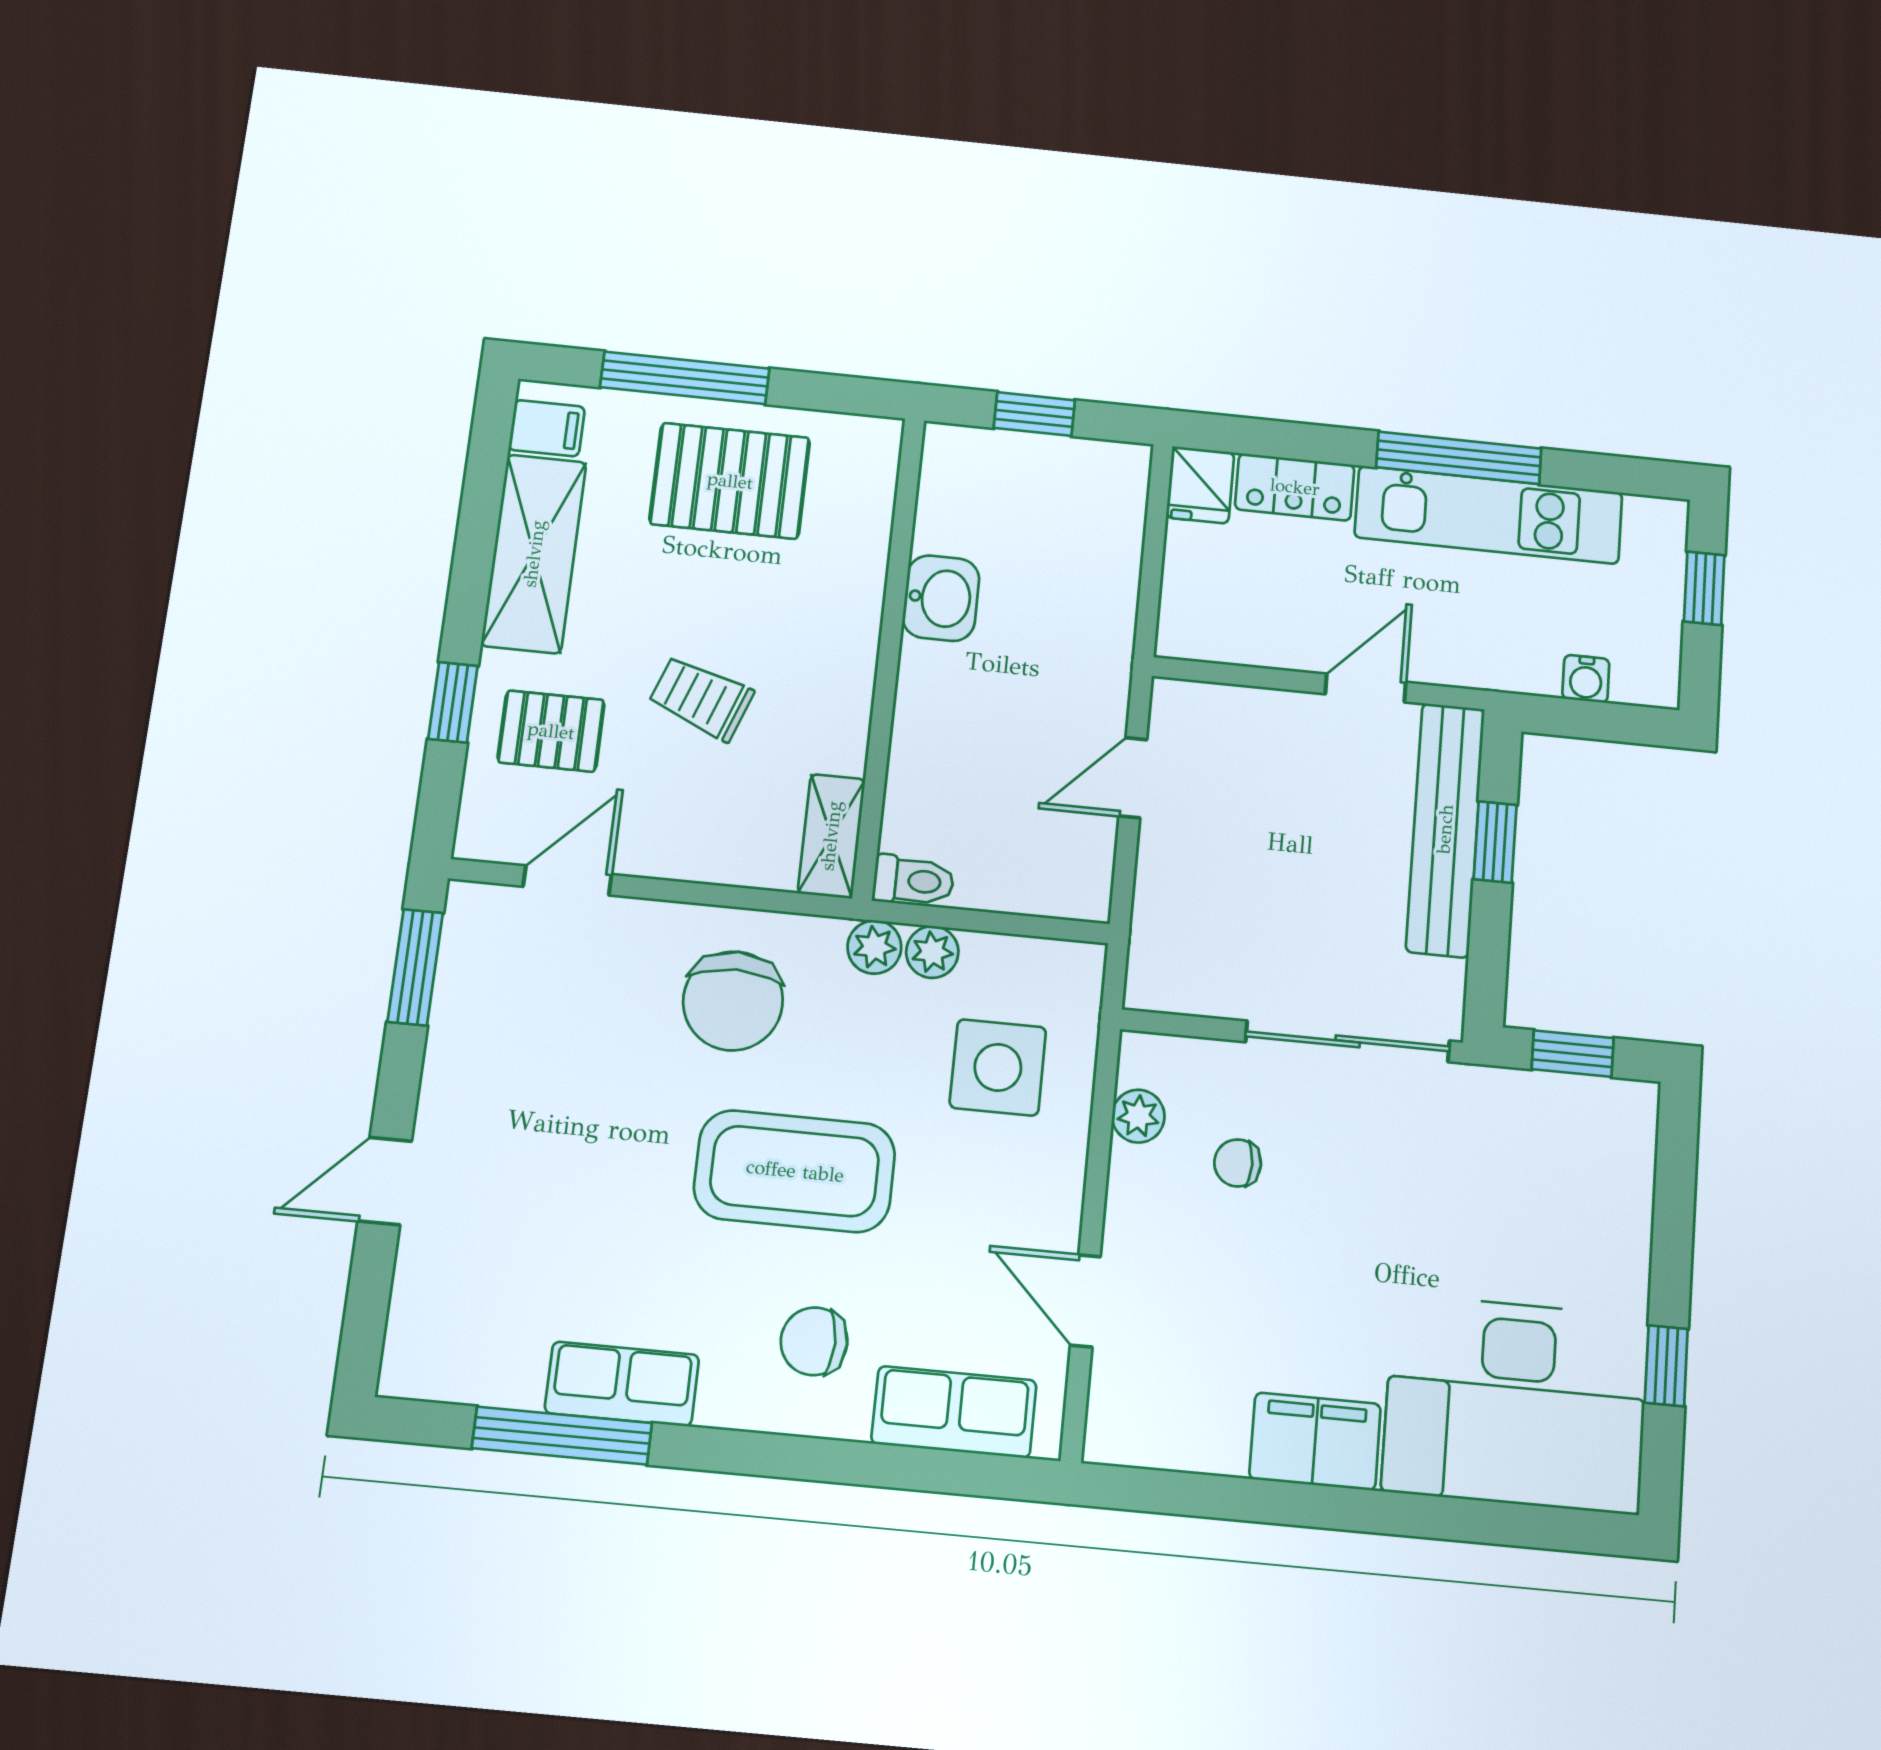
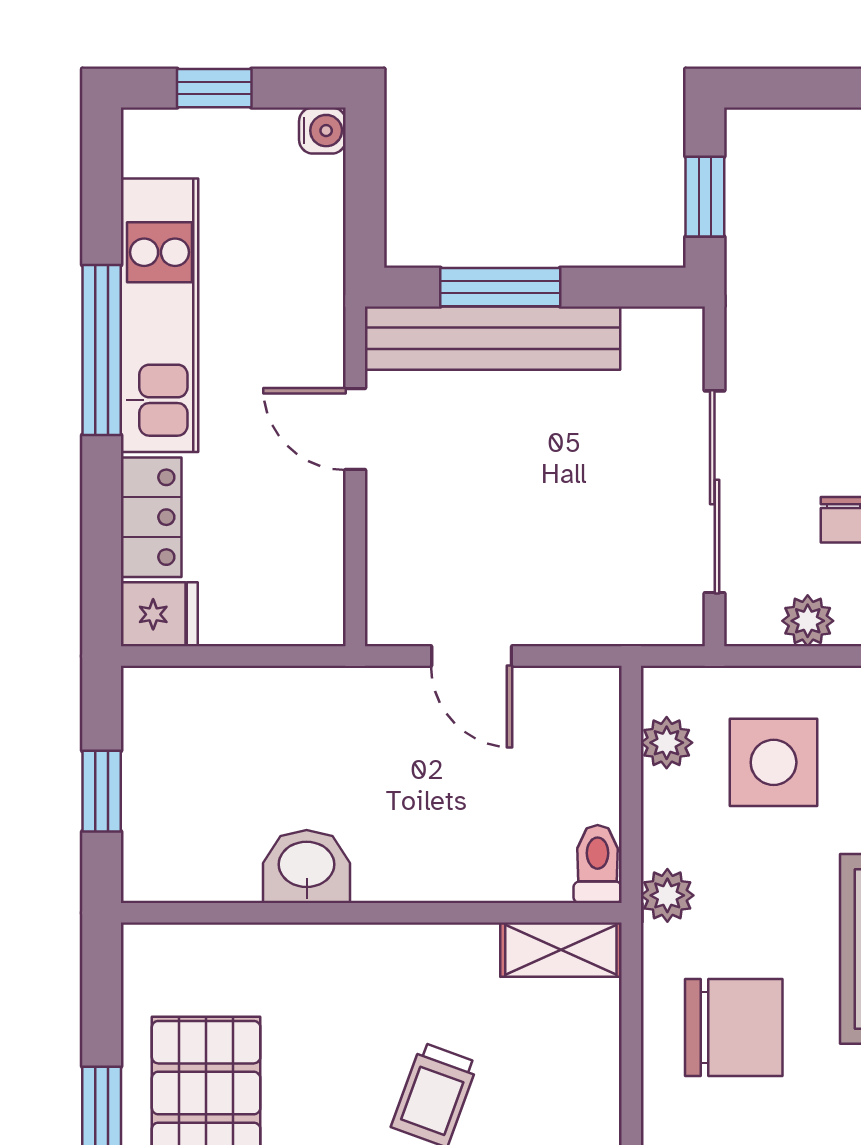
water cooler: (1586, 679) -> (322, 131), moved
window: (1495, 842) -> (500, 287), width x1.50
plant: (932, 952) -> (667, 743), moved
sliding door: (1348, 1041) -> (715, 492), moved

